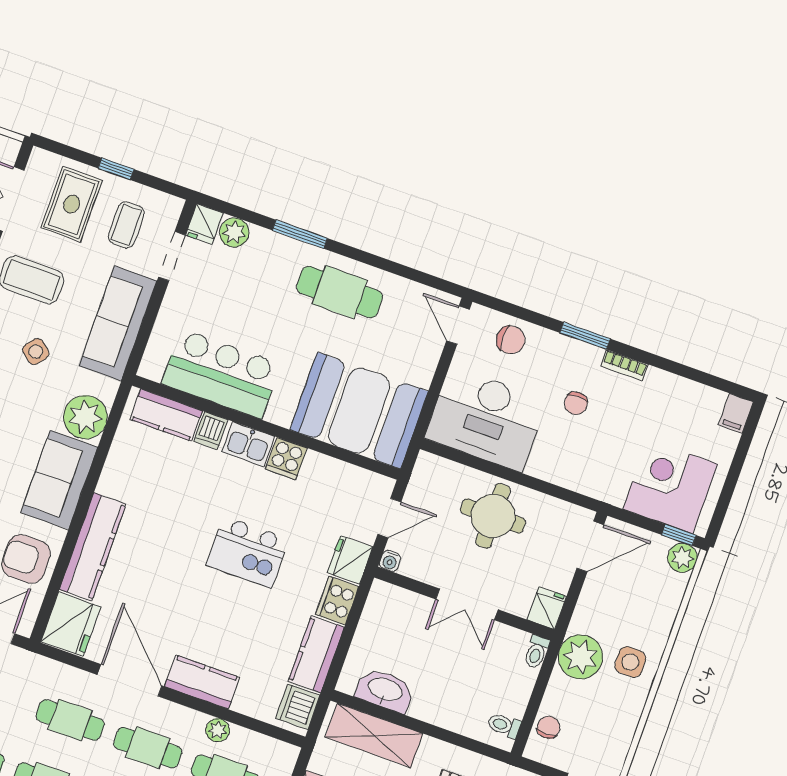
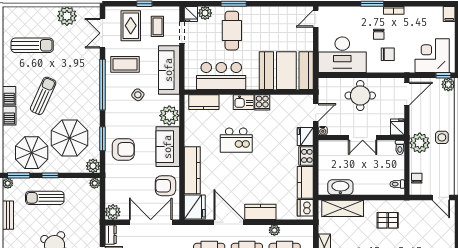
cafe table: (340, 292) -> (232, 31), moved, turned 90
door: (458, 325) -> (316, 19), hinge flipped
chair: (511, 340) -> (388, 54), moved
dishwasher: (211, 431) -> (225, 102), removed
kitchen island: (248, 552) -> (236, 140), moved

